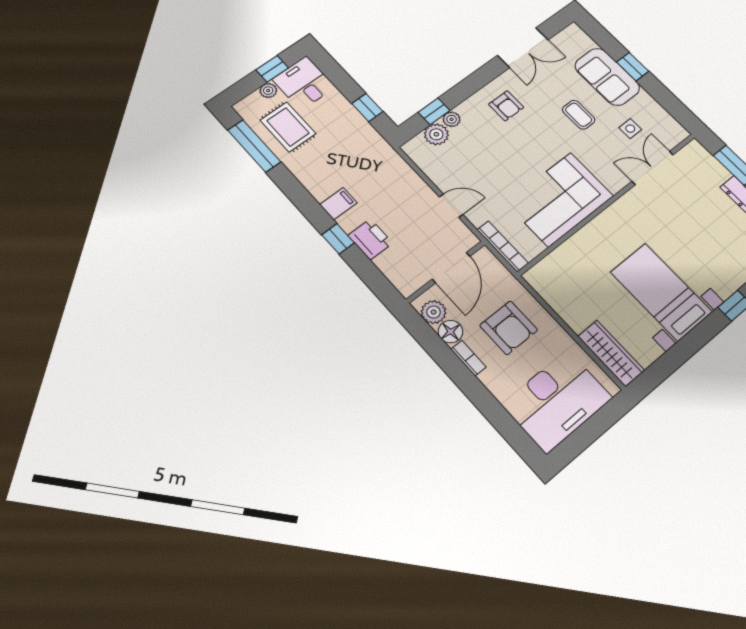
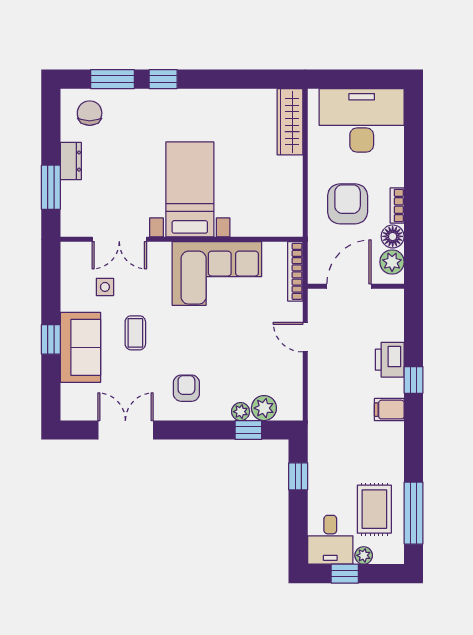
bed with nightstands: (661, 292) -> (190, 189), moved, turned 180

